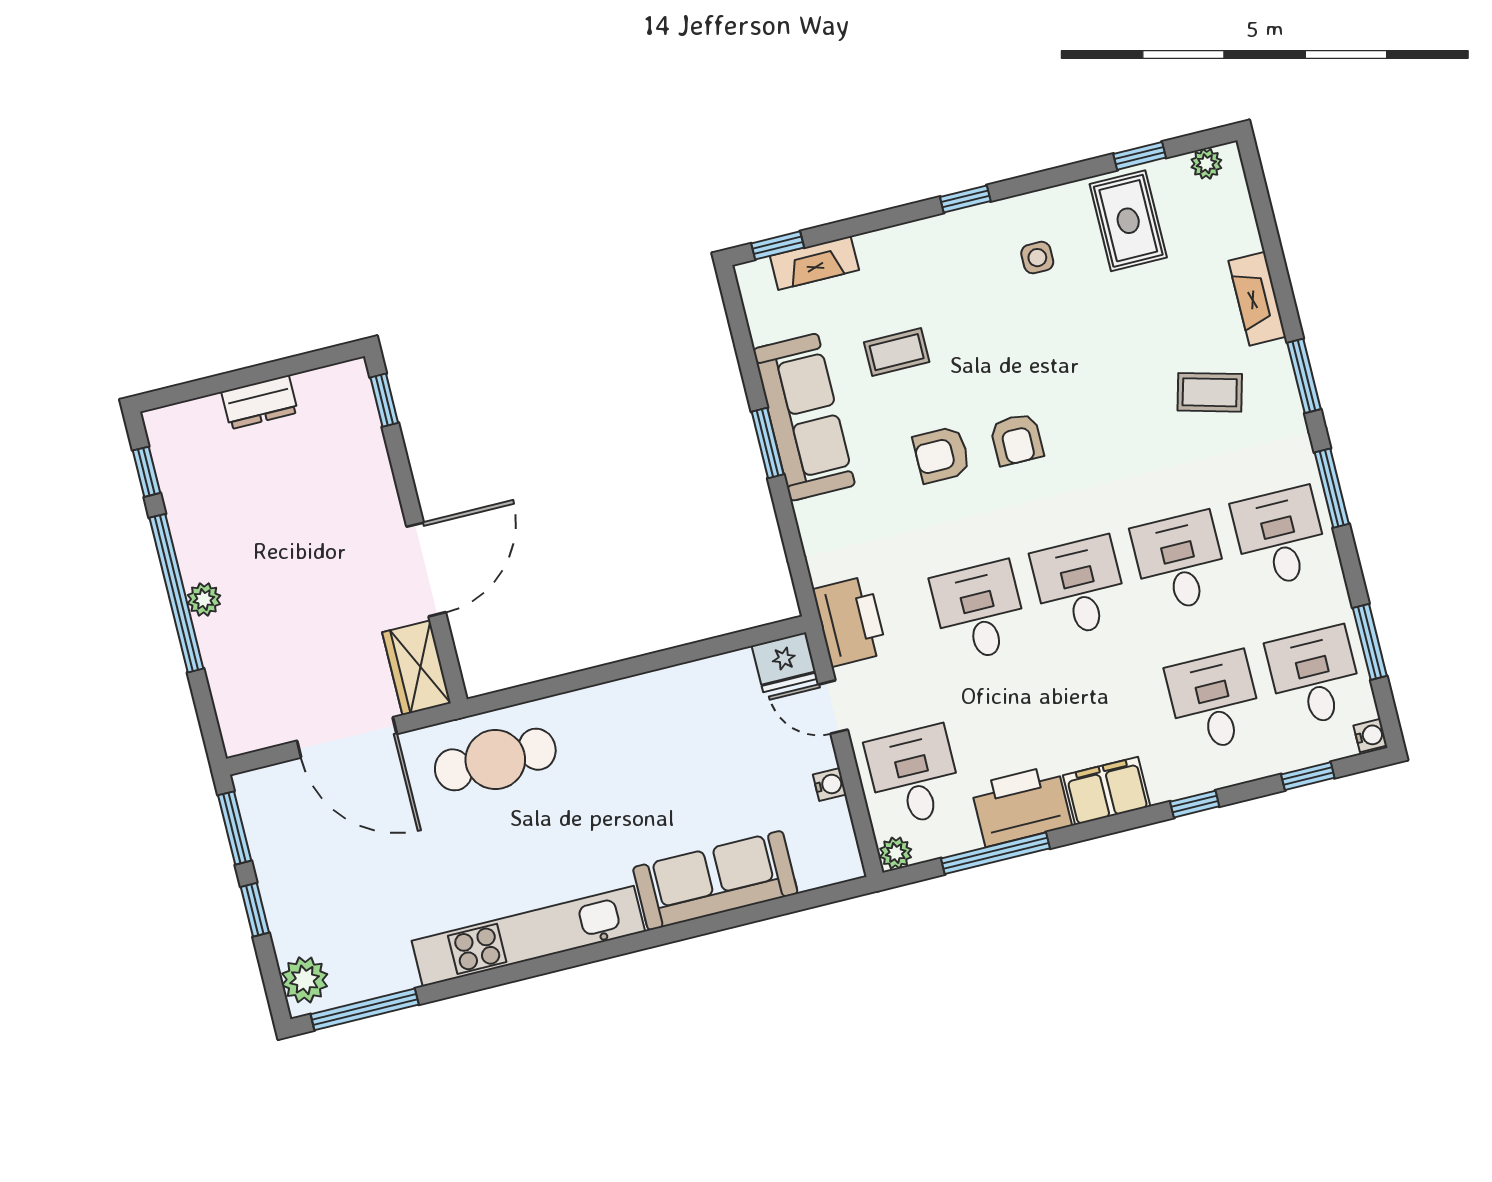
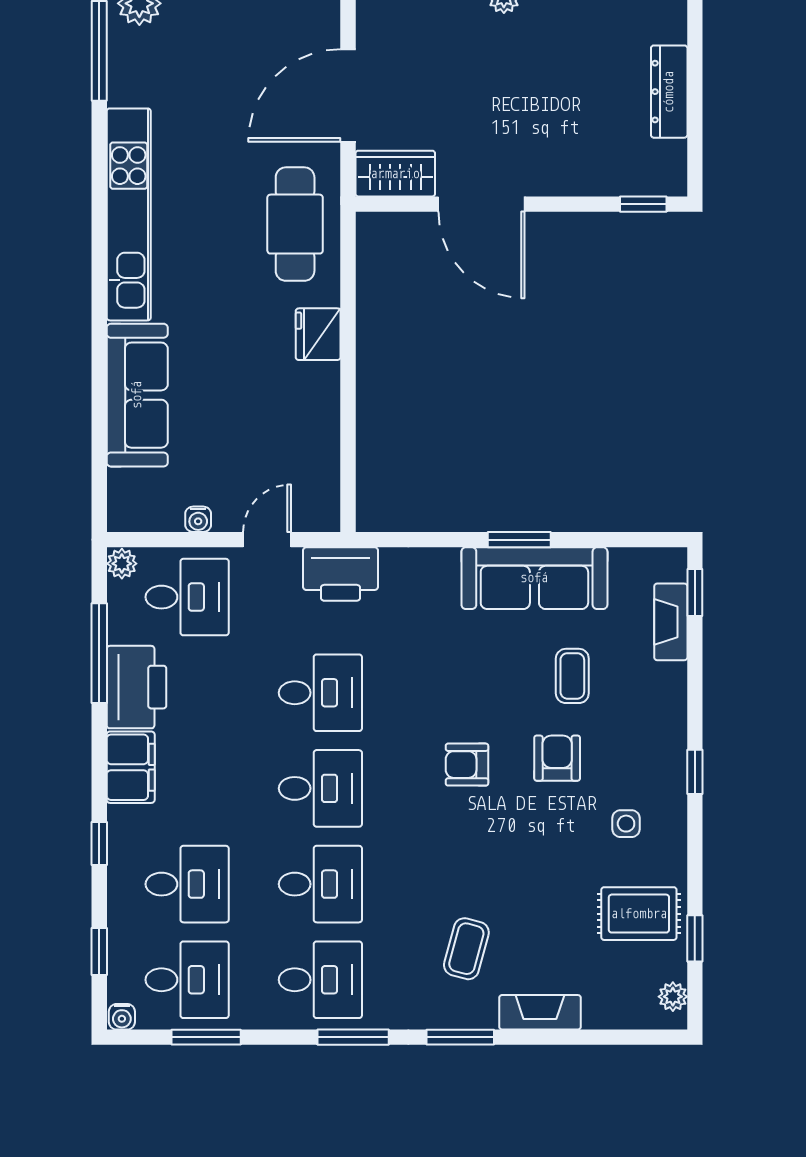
dresser: (260, 402) -> (669, 92), width x1.44
armchair: (941, 455) -> (557, 758), moved
fridge: (785, 662) -> (318, 334), moved

